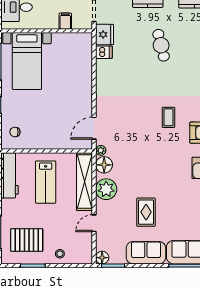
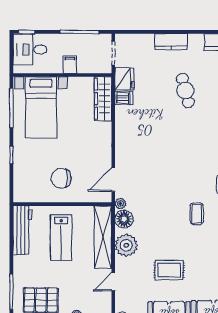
filing cabinet: (65, 21) -> (70, 65), moved
wardrobe: (85, 53) -> (103, 99), added
coffee table: (168, 117) -> (197, 214), moved
chair: (15, 132) -> (61, 178), moved, width x1.87, depth x1.87
rug: (146, 212) -> (169, 270), turned 90

